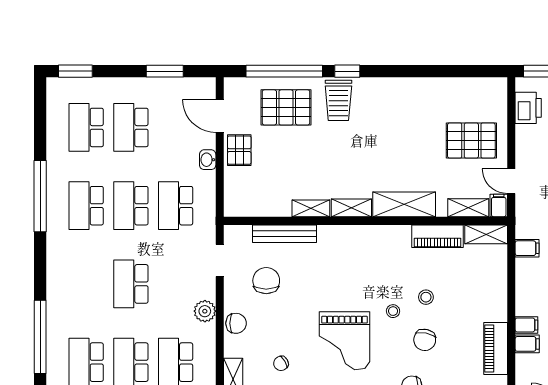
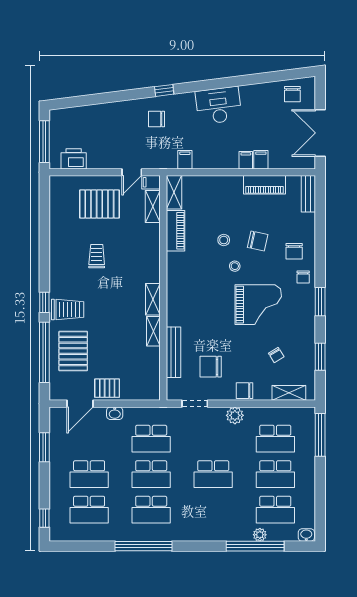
window: (75, 71) -> (44, 518), width x0.67
trolley: (406, 137) -> (97, 256), added
pallet: (471, 141) -> (99, 204), turned 90
shelving: (404, 204) -> (150, 257), removed
chair: (236, 323) -> (245, 391), turned -90
plant: (54, 343) -> (260, 535), added

